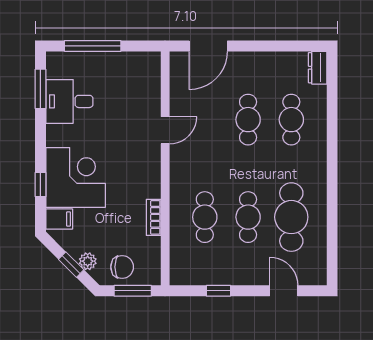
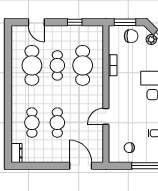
door: (208, 46) -> (81, 166), hinge flipped
chair: (125, 77) -> (129, 148), added
cafe table: (205, 217) -> (83, 65), width x1.37, depth x1.35
chair: (122, 267) -> (131, 36), turned 180

